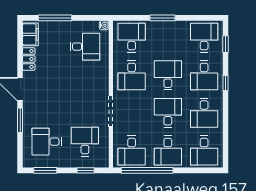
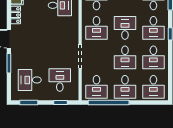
desk: (168, 113) -> (125, 57), turned 180

